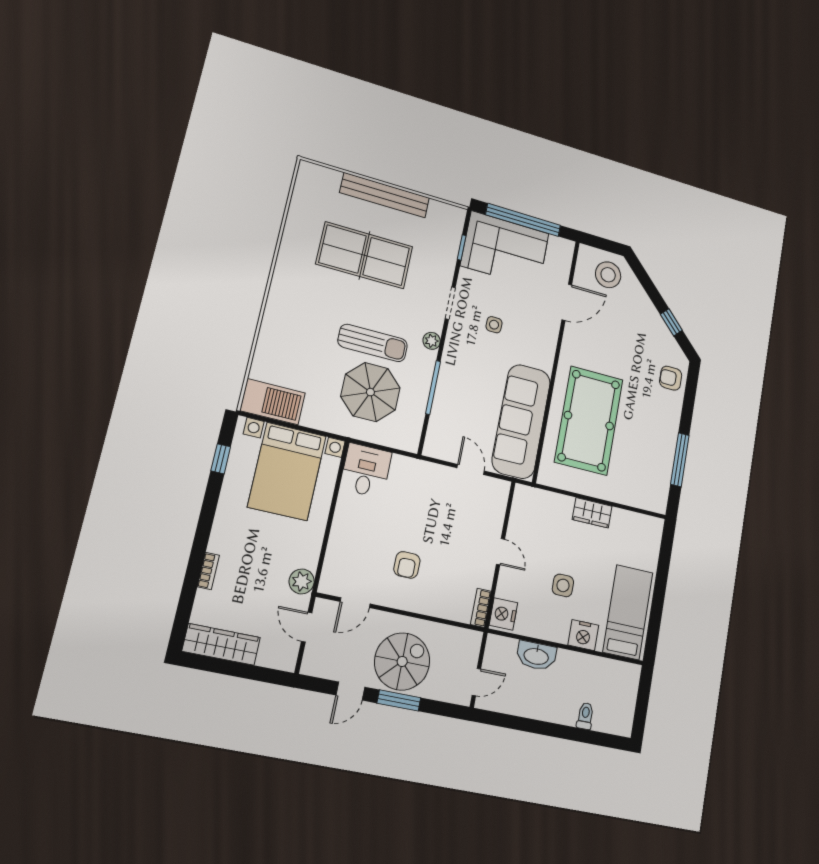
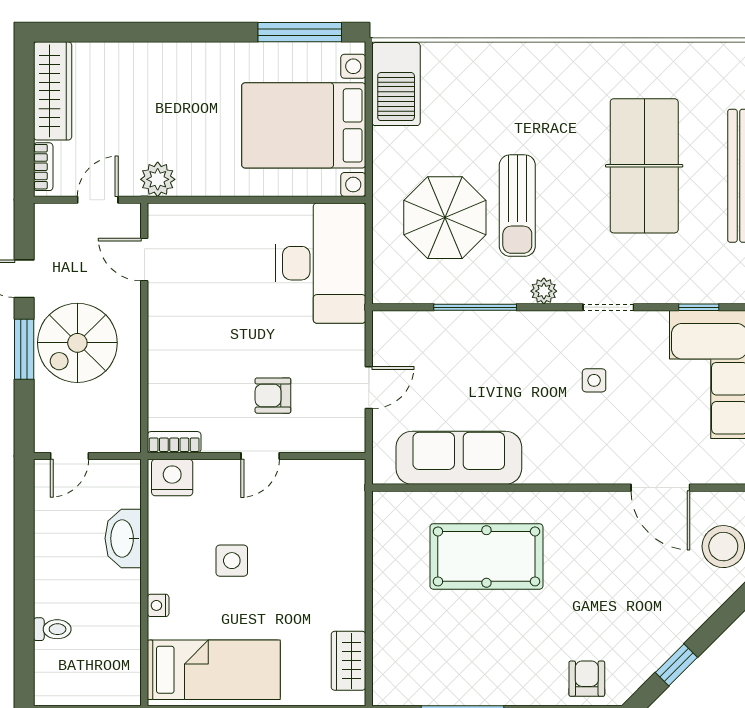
sofa: (521, 421) -> (459, 458), width x0.74, depth x0.79
pool table: (589, 421) -> (486, 556), width x0.73, depth x0.76
window: (221, 459) -> (300, 32), width x2.17
desk: (366, 471) -> (321, 263), width x1.87, depth x1.30
wardrobe: (592, 513) -> (348, 661), moved
armchair: (407, 565) -> (273, 396), moved
bookcase: (208, 571) -> (43, 167), moved, turned -90
nightstand: (583, 635) -> (158, 605), width x0.53, depth x0.56
spiral stairs: (402, 661) -> (77, 343), turned 90
door: (476, 682) -> (70, 456), hinge flipped

